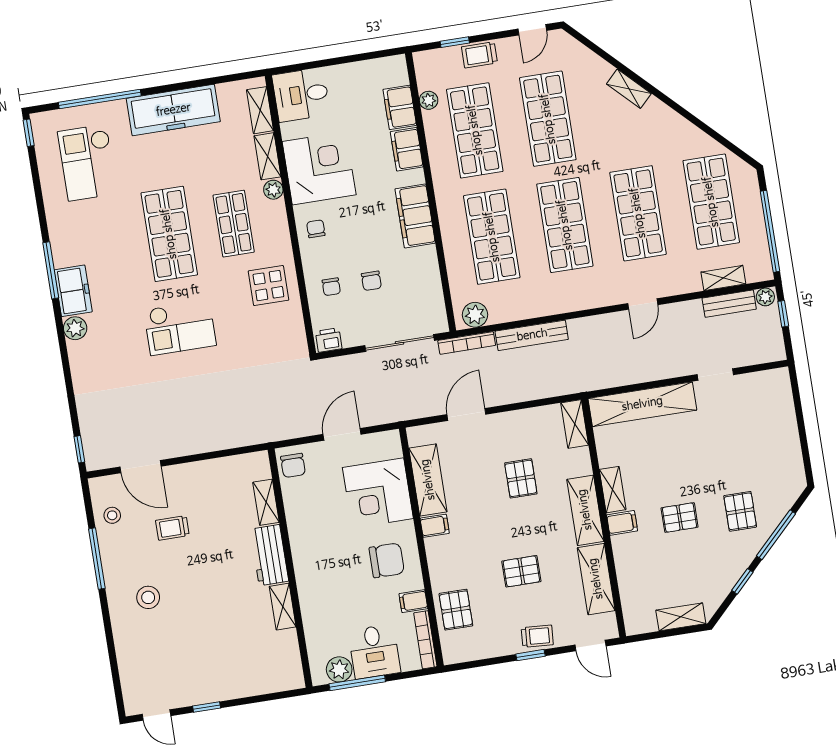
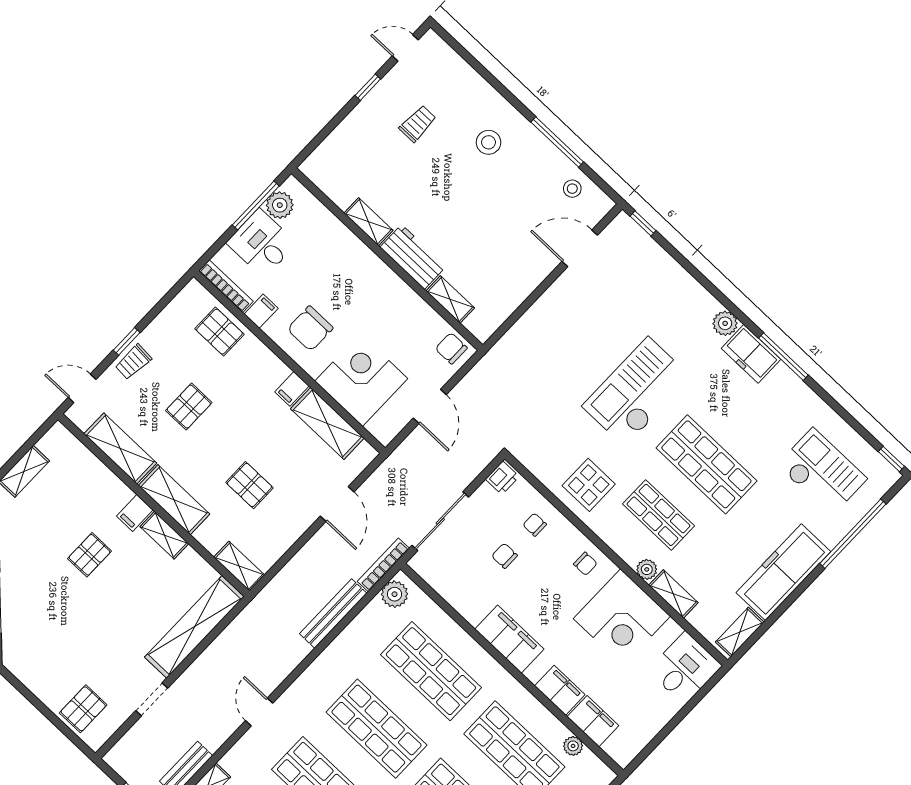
shelving: (260, 110) -> (740, 632), moved, turned 90
checkout: (180, 328) -> (637, 392), width x1.36, depth x1.21
pallet: (740, 511) -> (83, 709), moved, turned 90
trolley: (172, 528) -> (418, 124), moved

